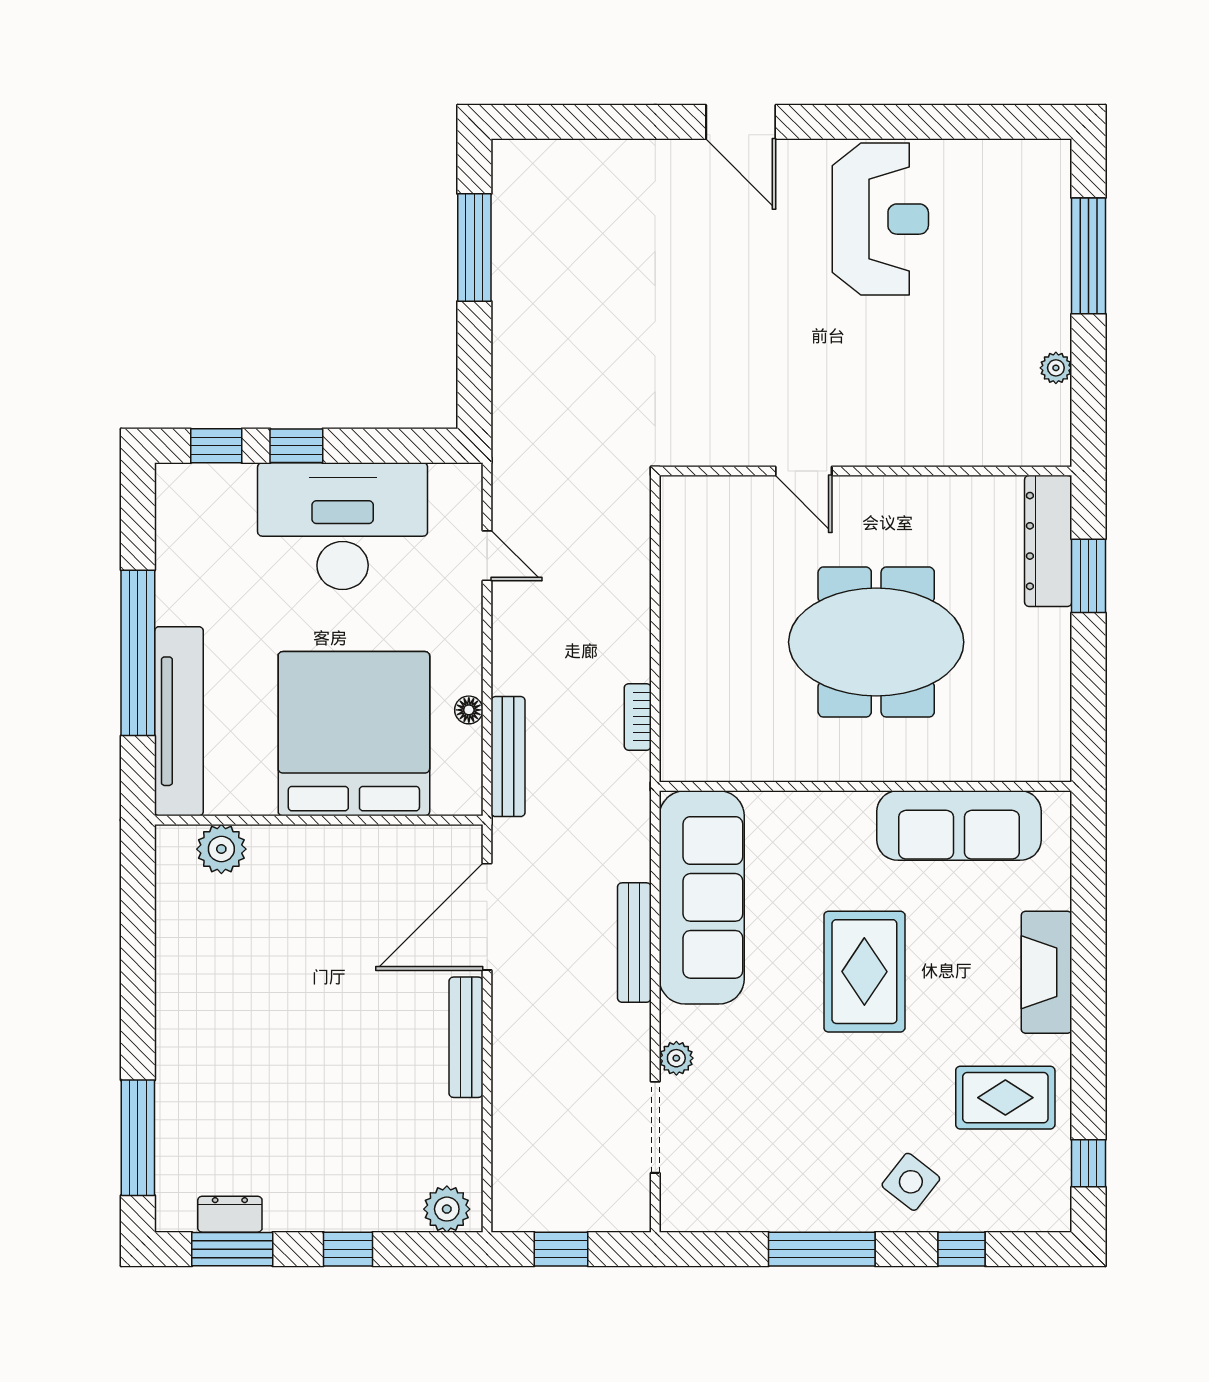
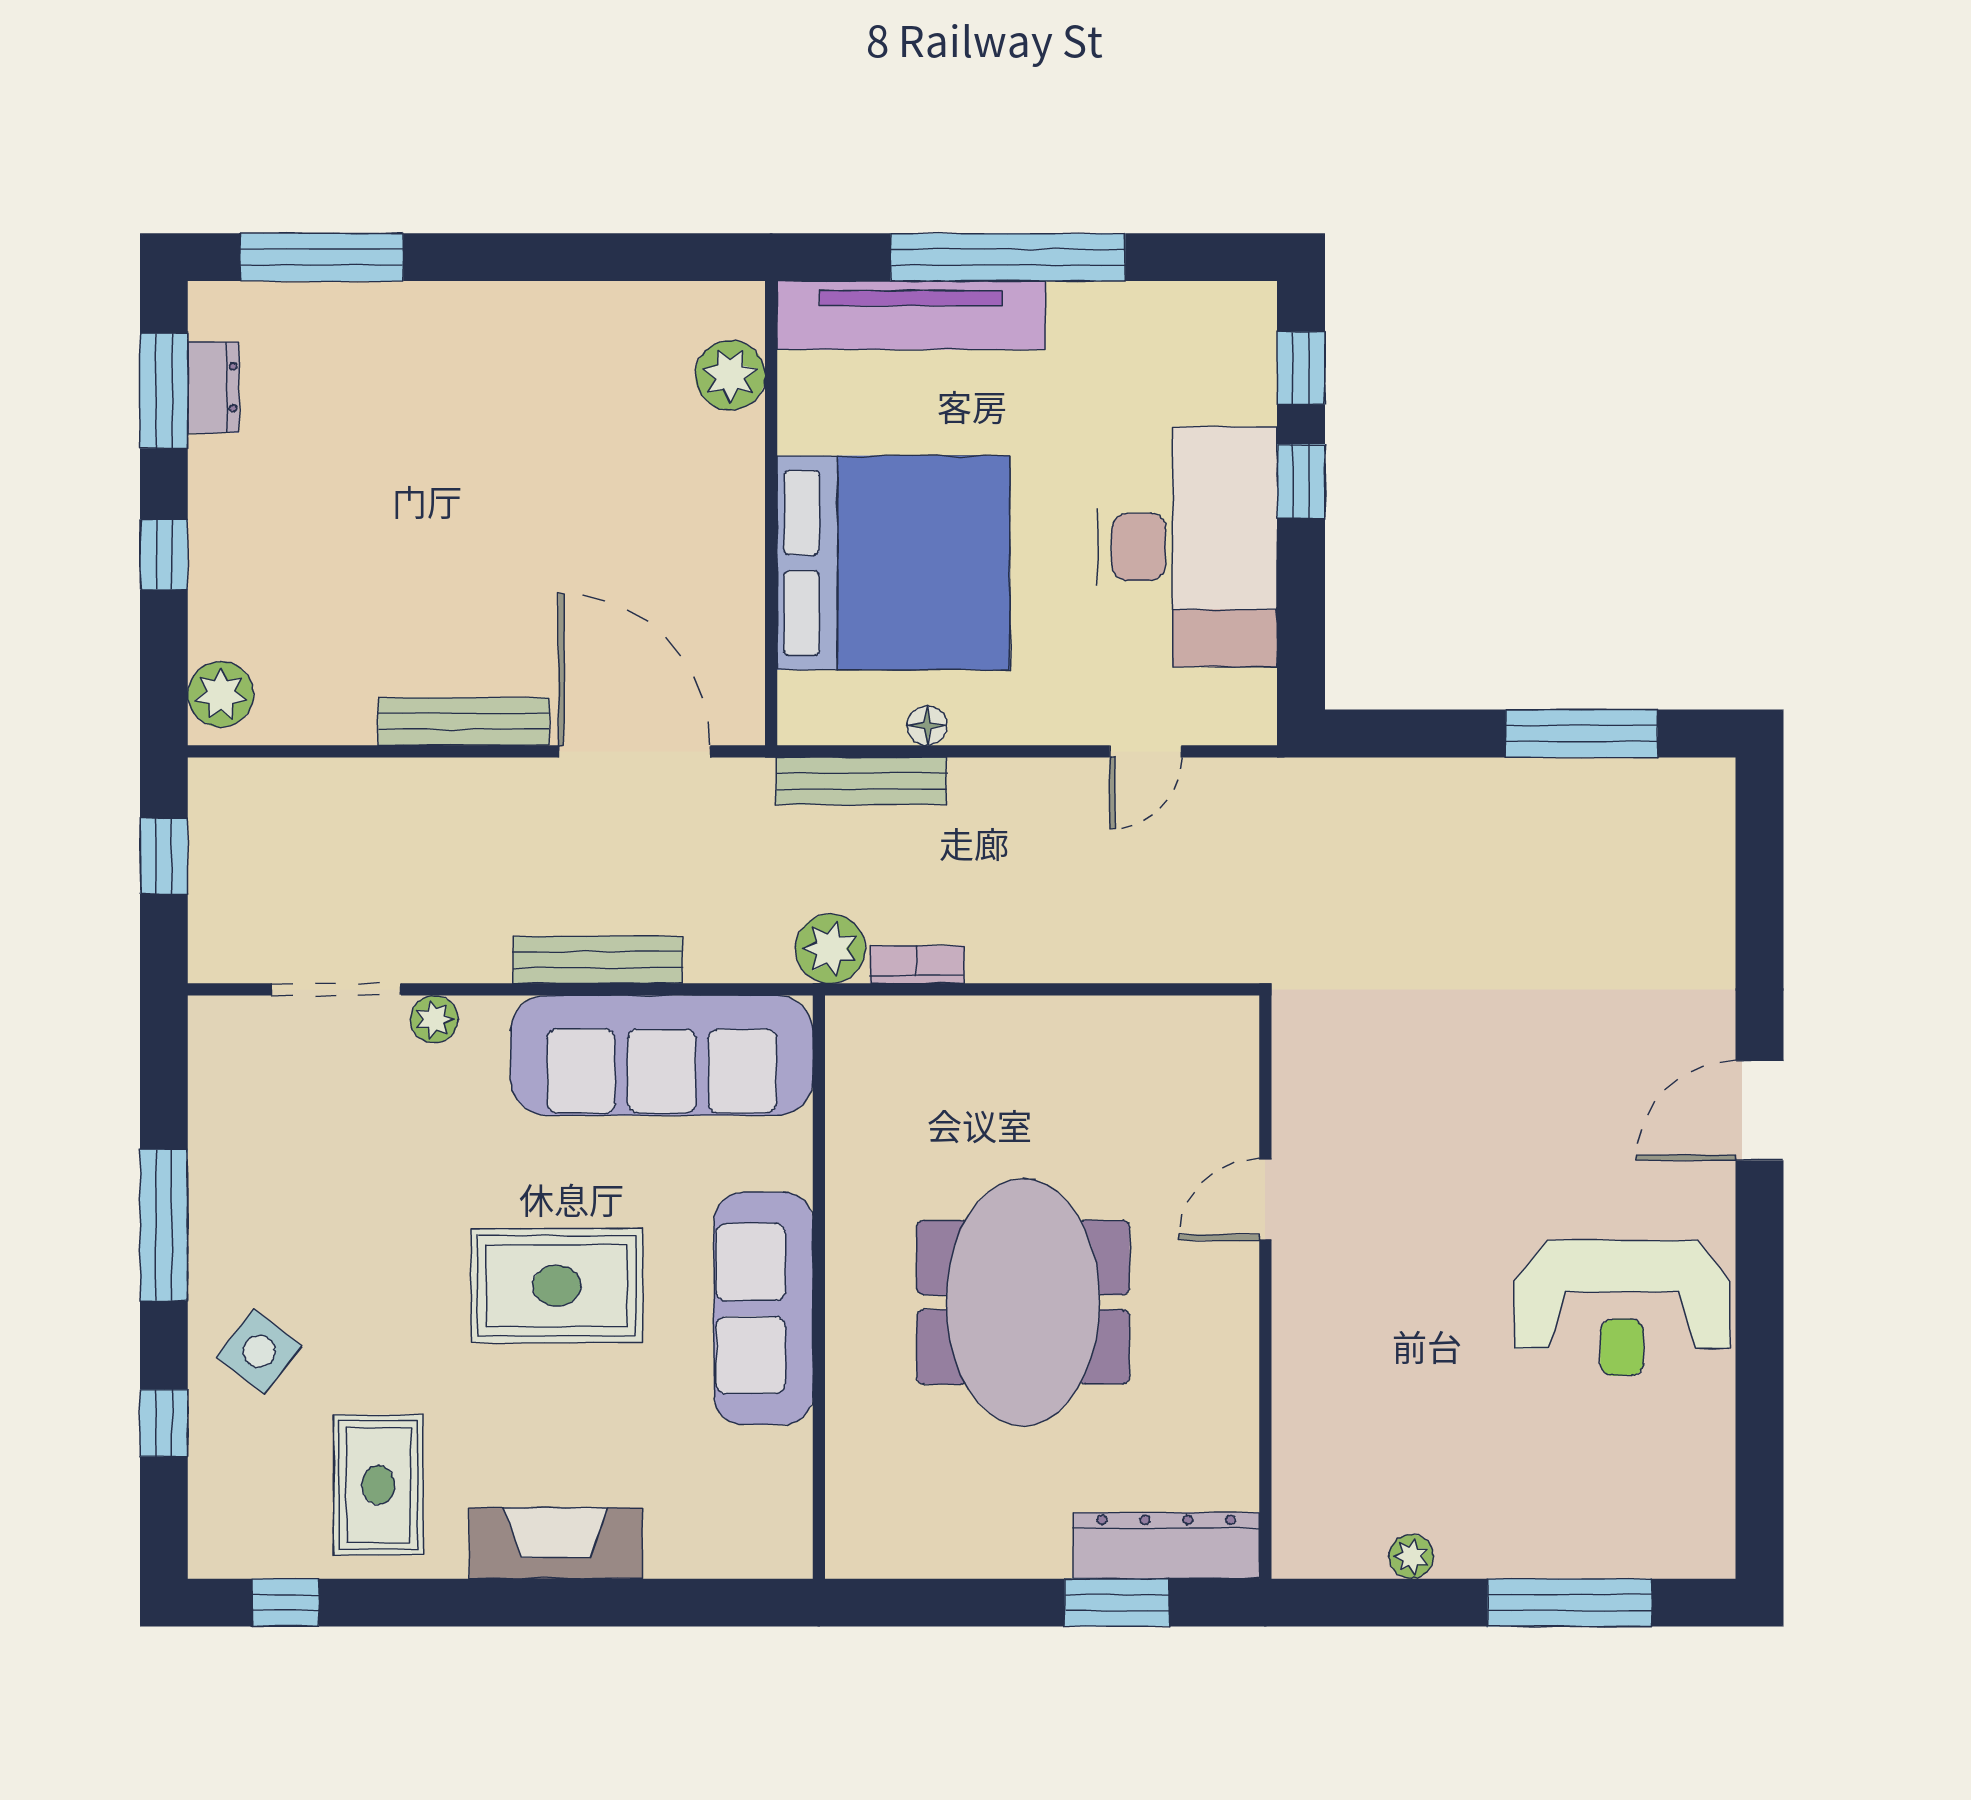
plant: (626, 778) -> (830, 949), added
sofa: (959, 826) -> (763, 1308), moved

